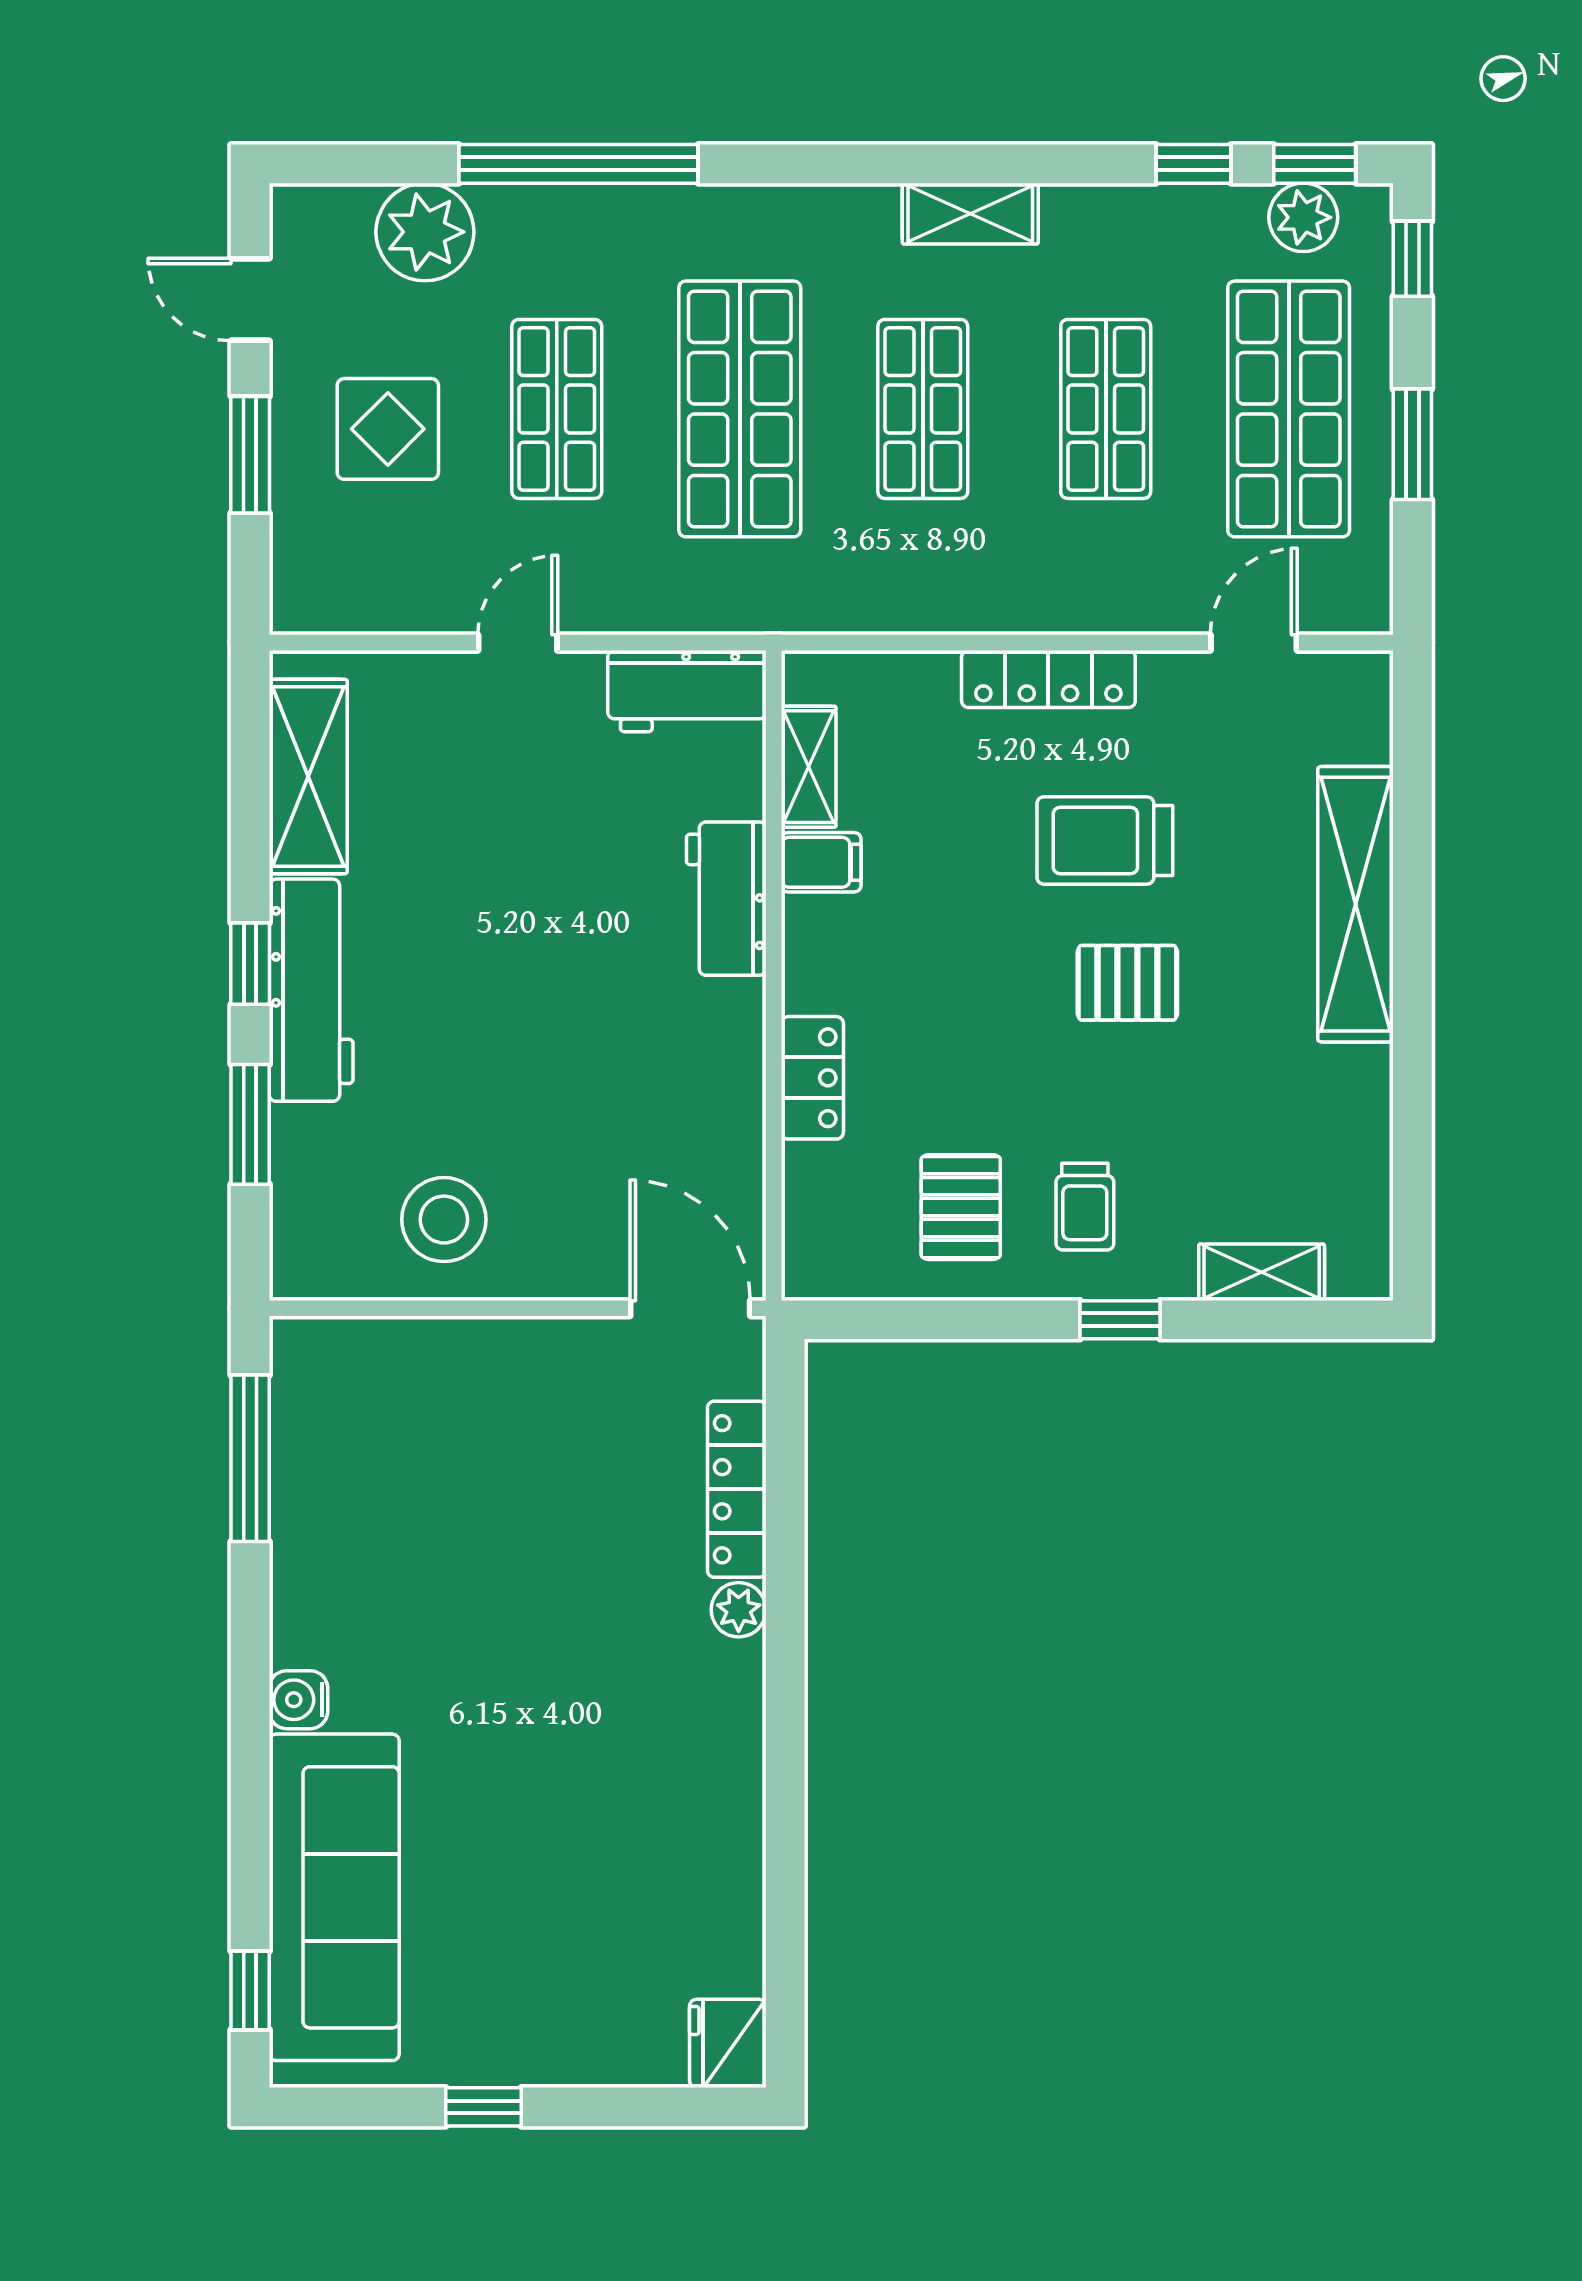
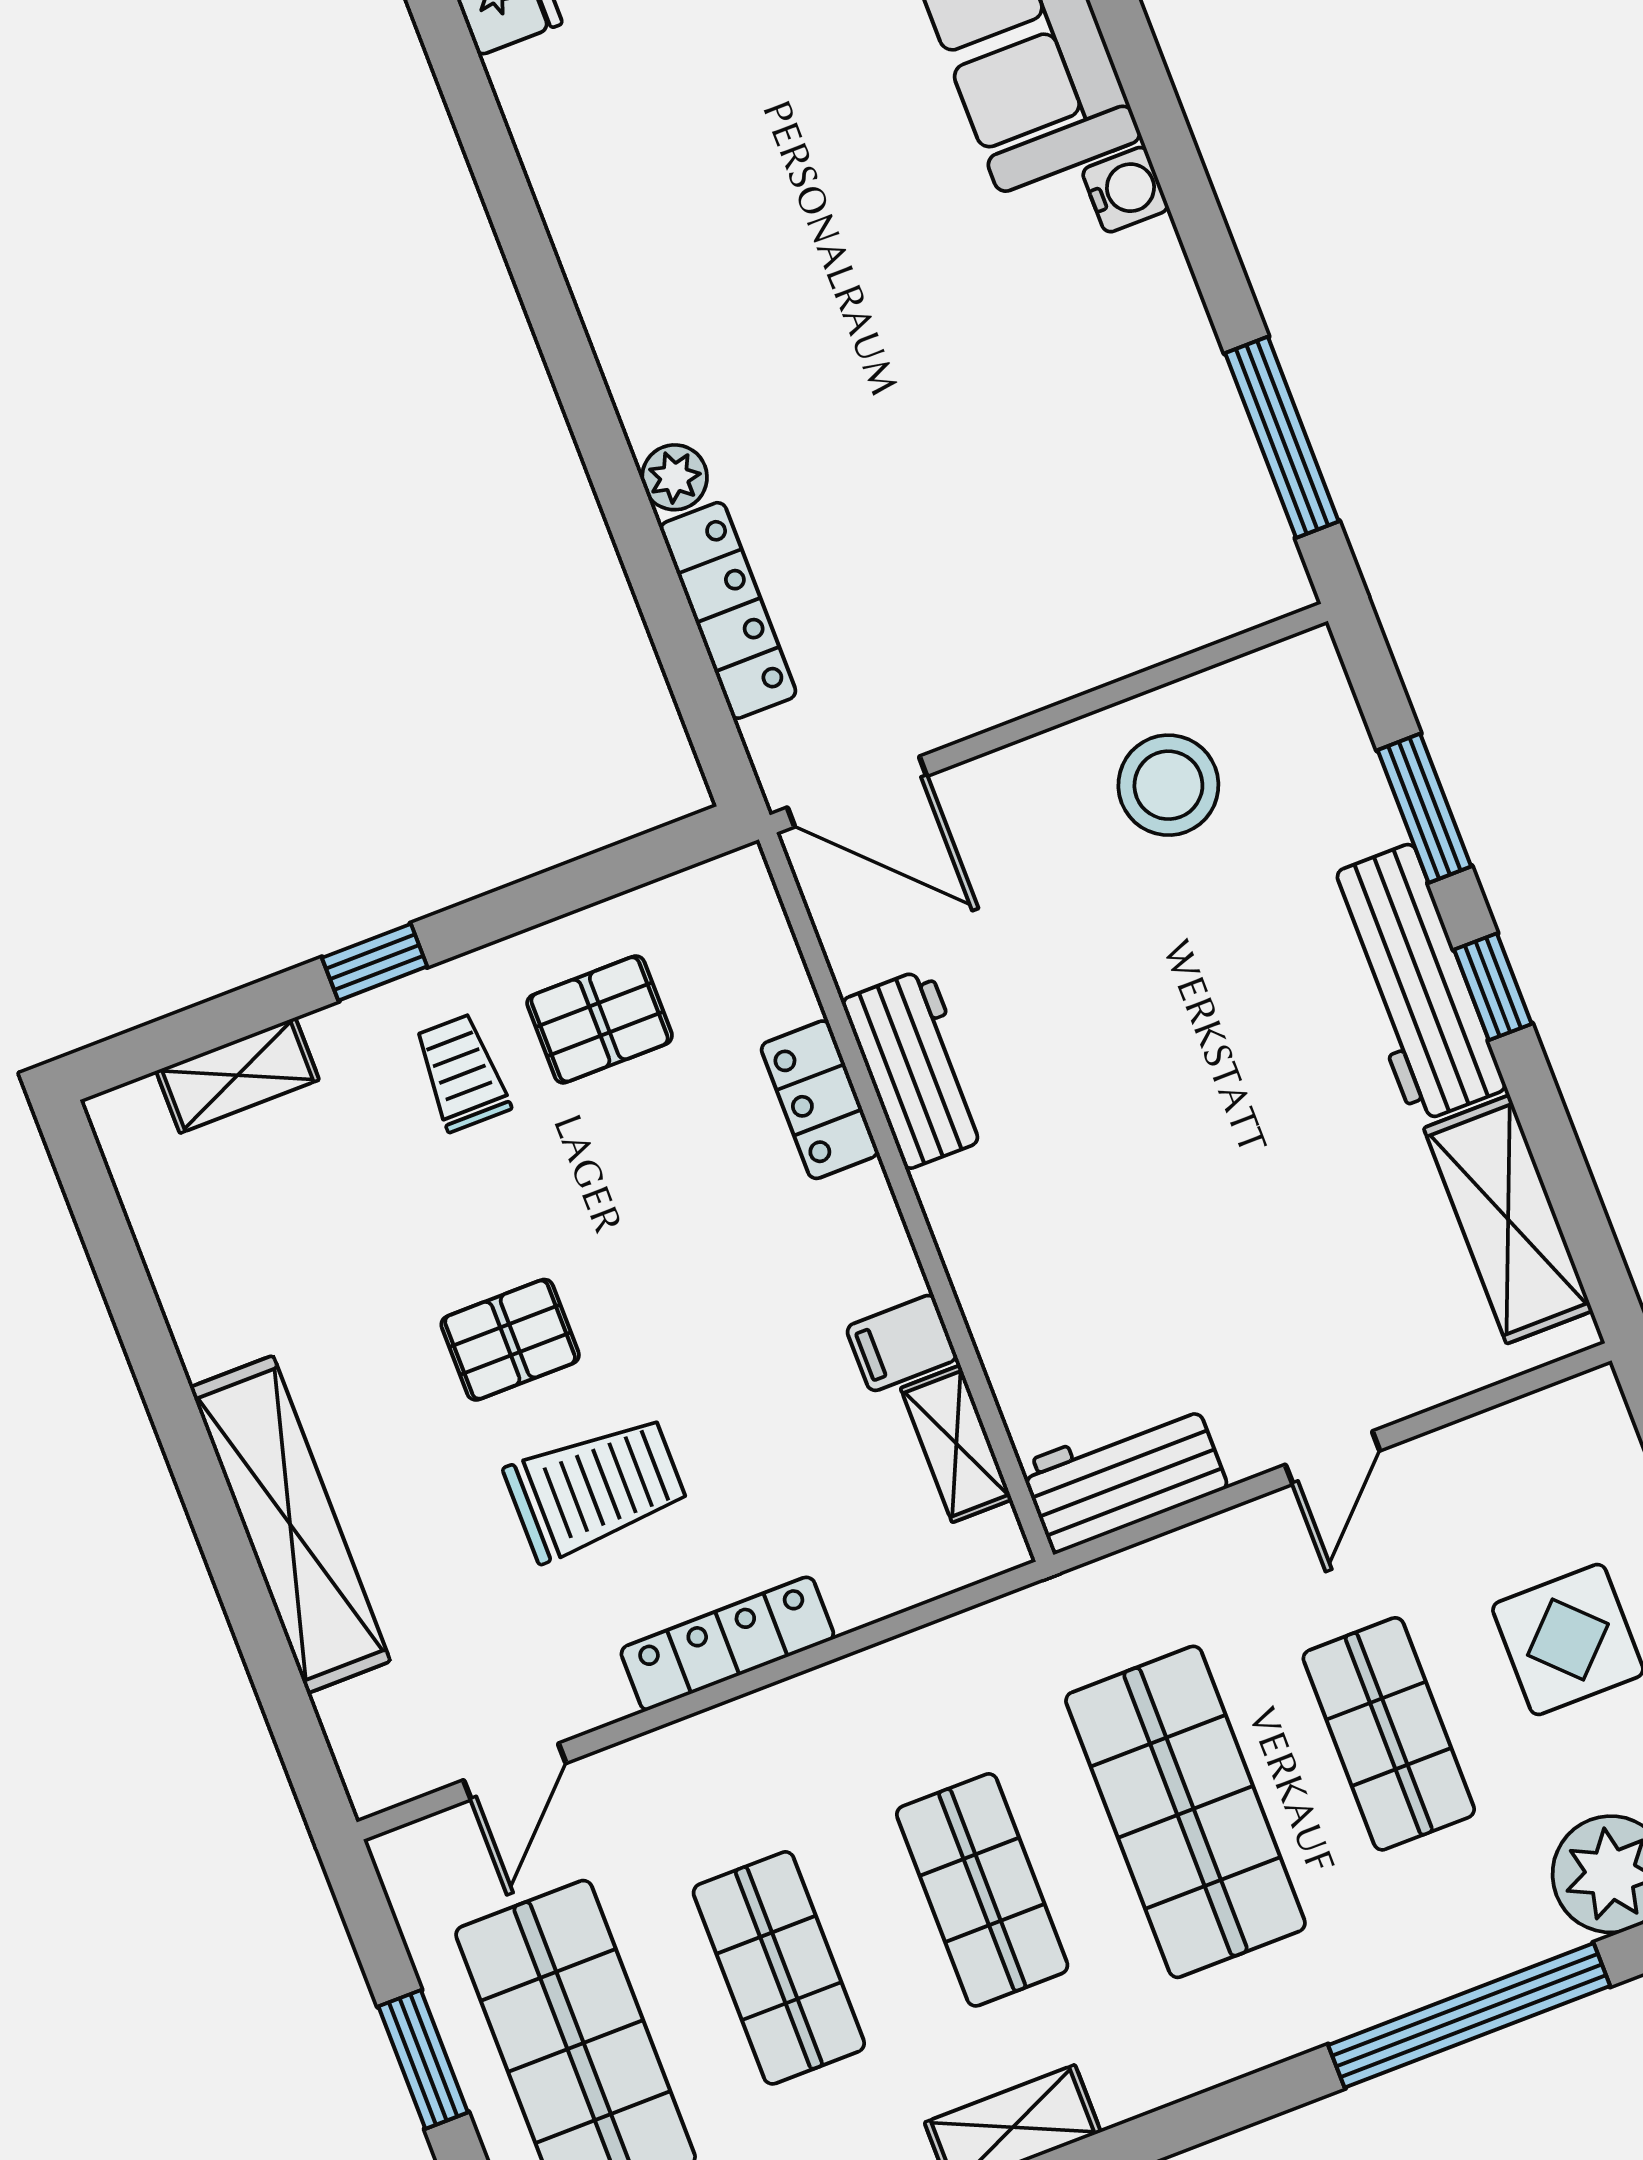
workbench: (726, 899) -> (917, 1068), moved
pallet: (961, 1207) -> (600, 1019), turned 90

